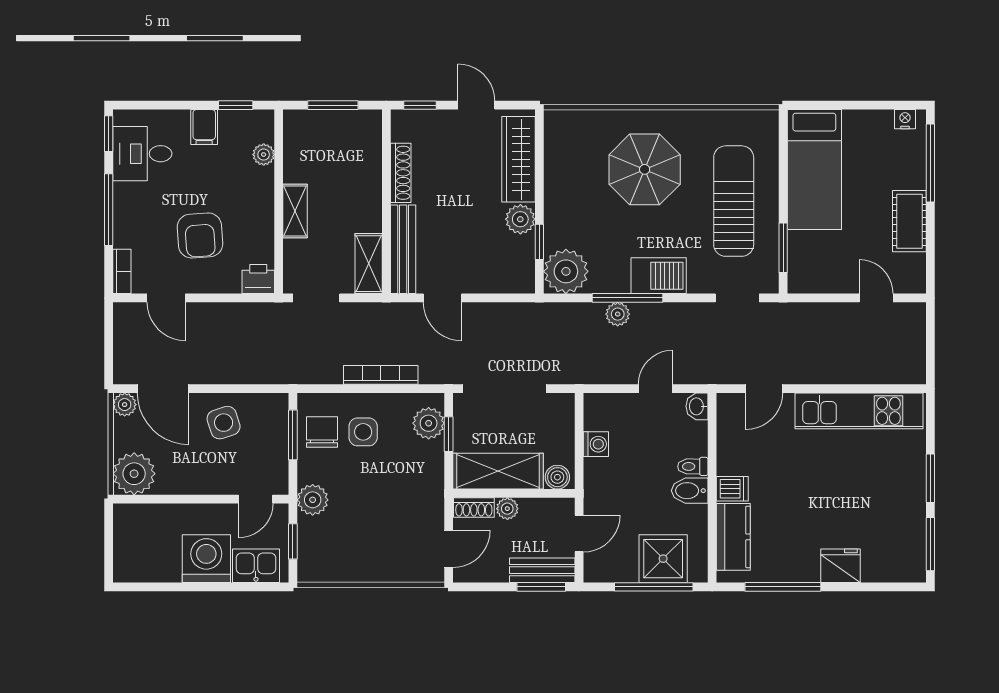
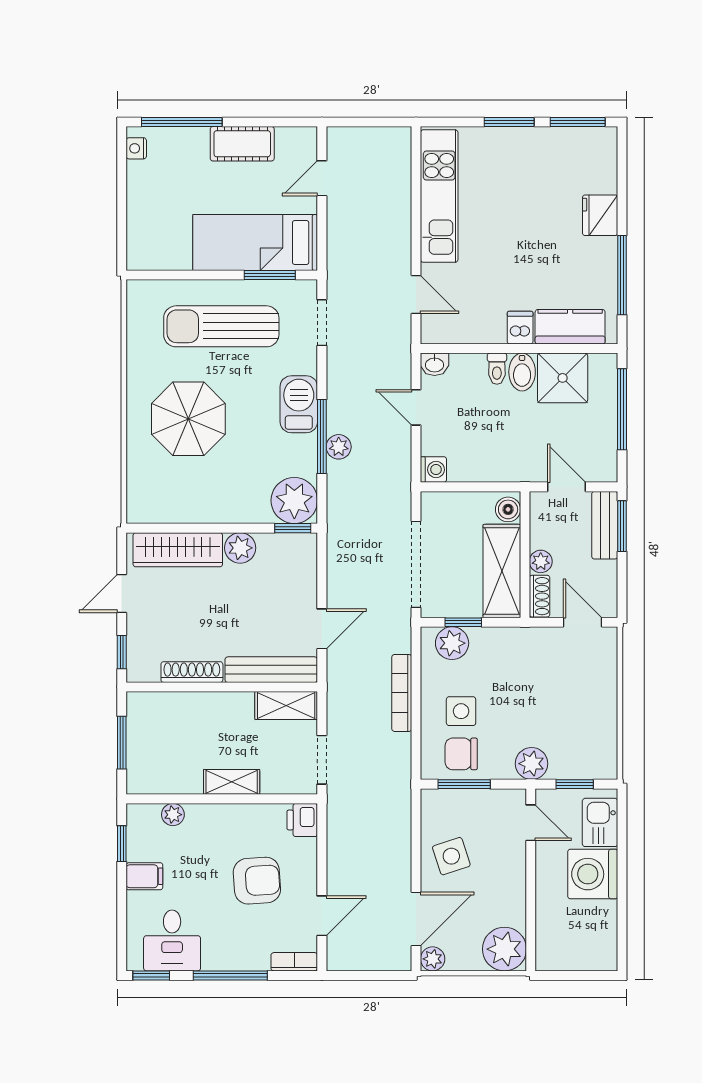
bed: (814, 170) -> (255, 243), moved, turned 180
window: (539, 242) -> (293, 528), moved
washing machine: (596, 444) -> (433, 470), moved, turned 90
shower: (663, 559) -> (563, 378), moved

